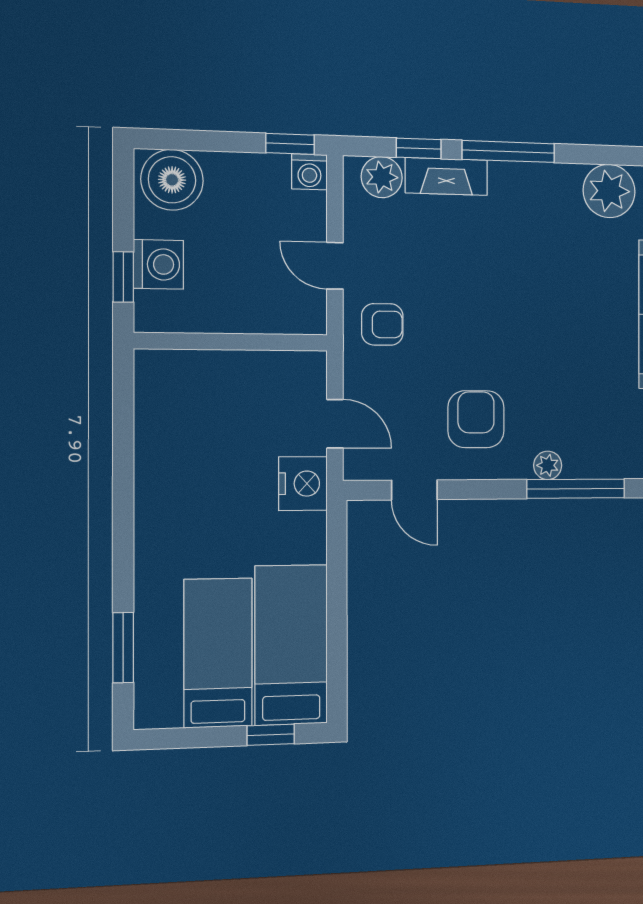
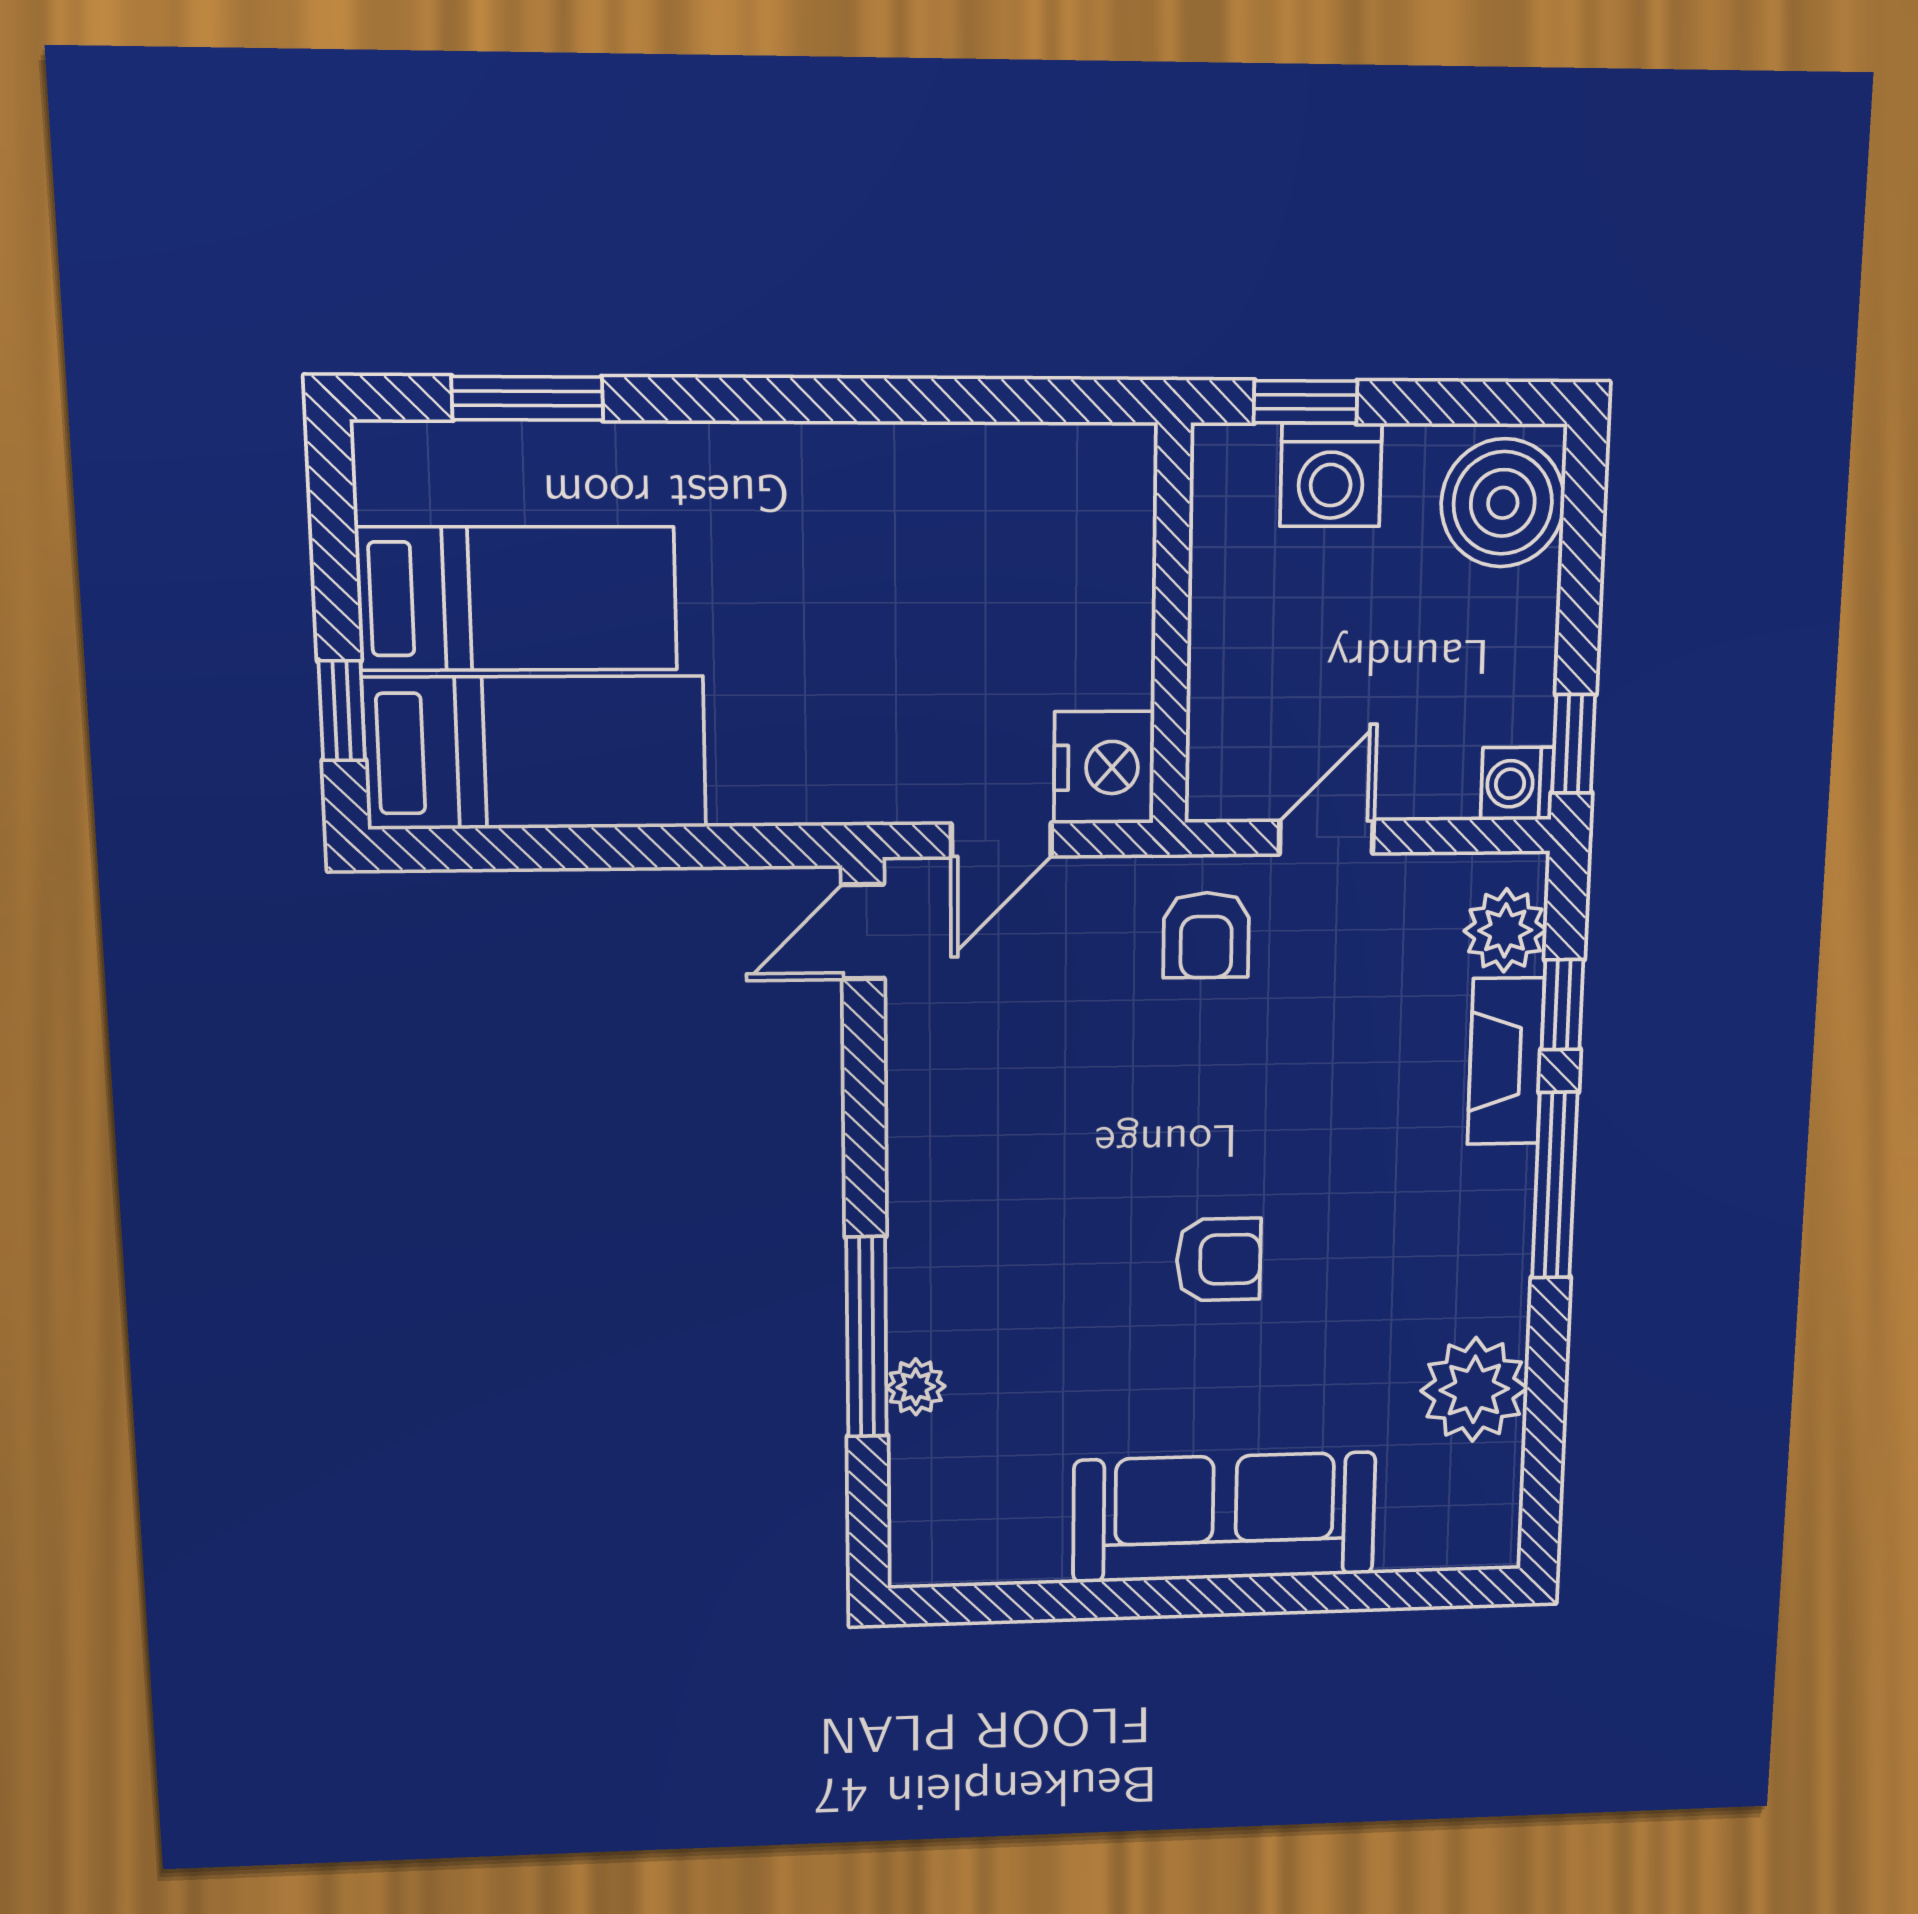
armchair: (476, 419) -> (1219, 1259), moved, width x0.72, depth x0.72
plant: (548, 465) -> (916, 1387), moved
nightstand: (303, 484) -> (1104, 768), moved, turned -90
door: (414, 490) -> (863, 932), moved

